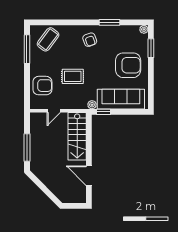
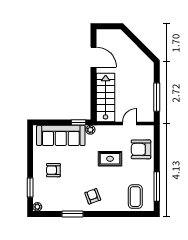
coffee table: (48, 39) -> (135, 197), turned -37
armchair: (128, 65) -> (53, 170), width x0.53, depth x0.53
window: (27, 148) -> (157, 97), moved

